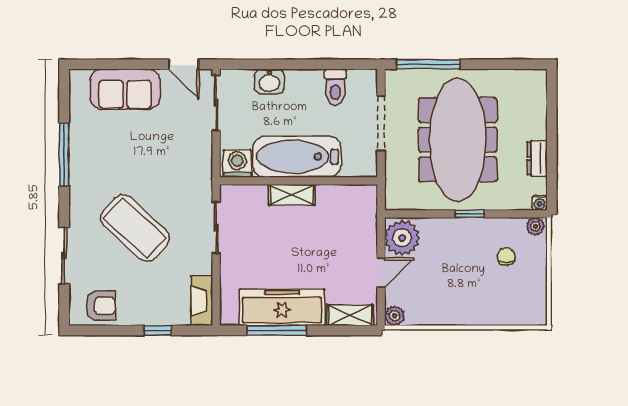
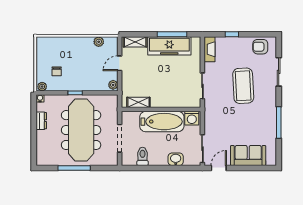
door: (184, 64) -> (219, 168), hinge flipped
window: (428, 64) -> (74, 168), moved
shelving: (292, 195) -> (138, 102), moved
coffee table: (135, 228) -> (243, 86), turned 45
plant: (402, 238) -> (113, 85), width x0.53, depth x0.53
plant: (395, 316) -> (99, 42), moved

